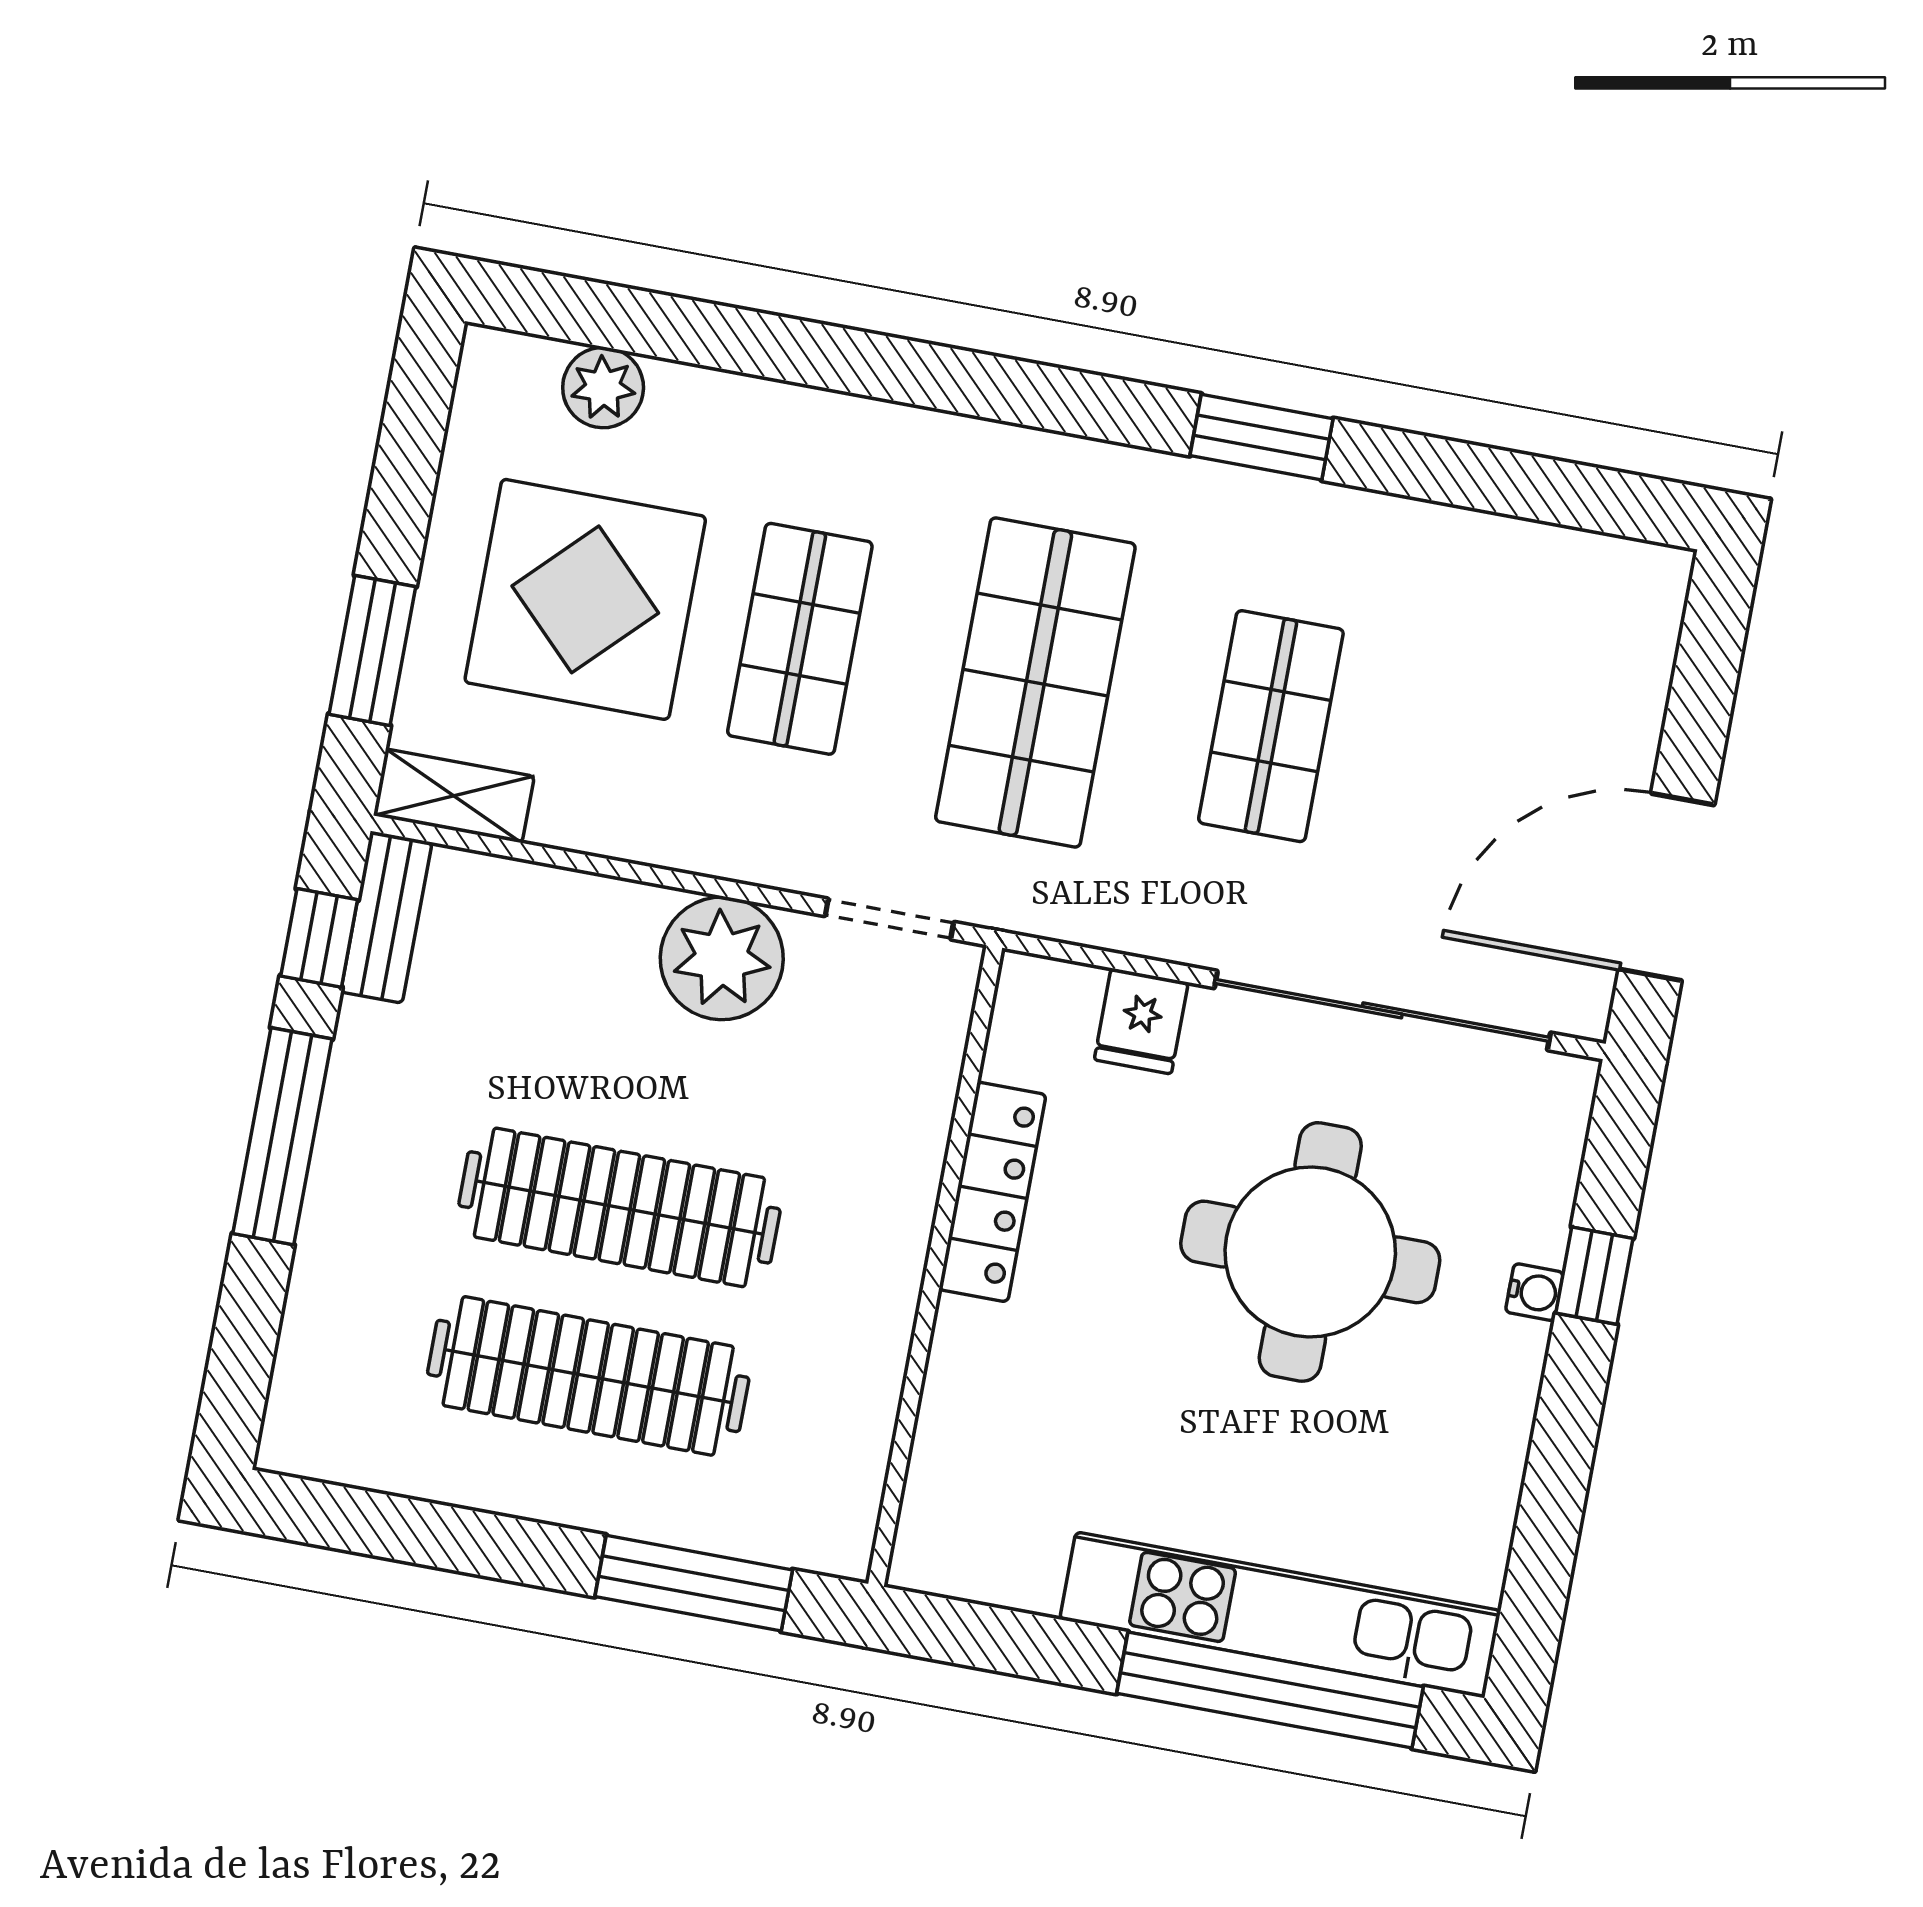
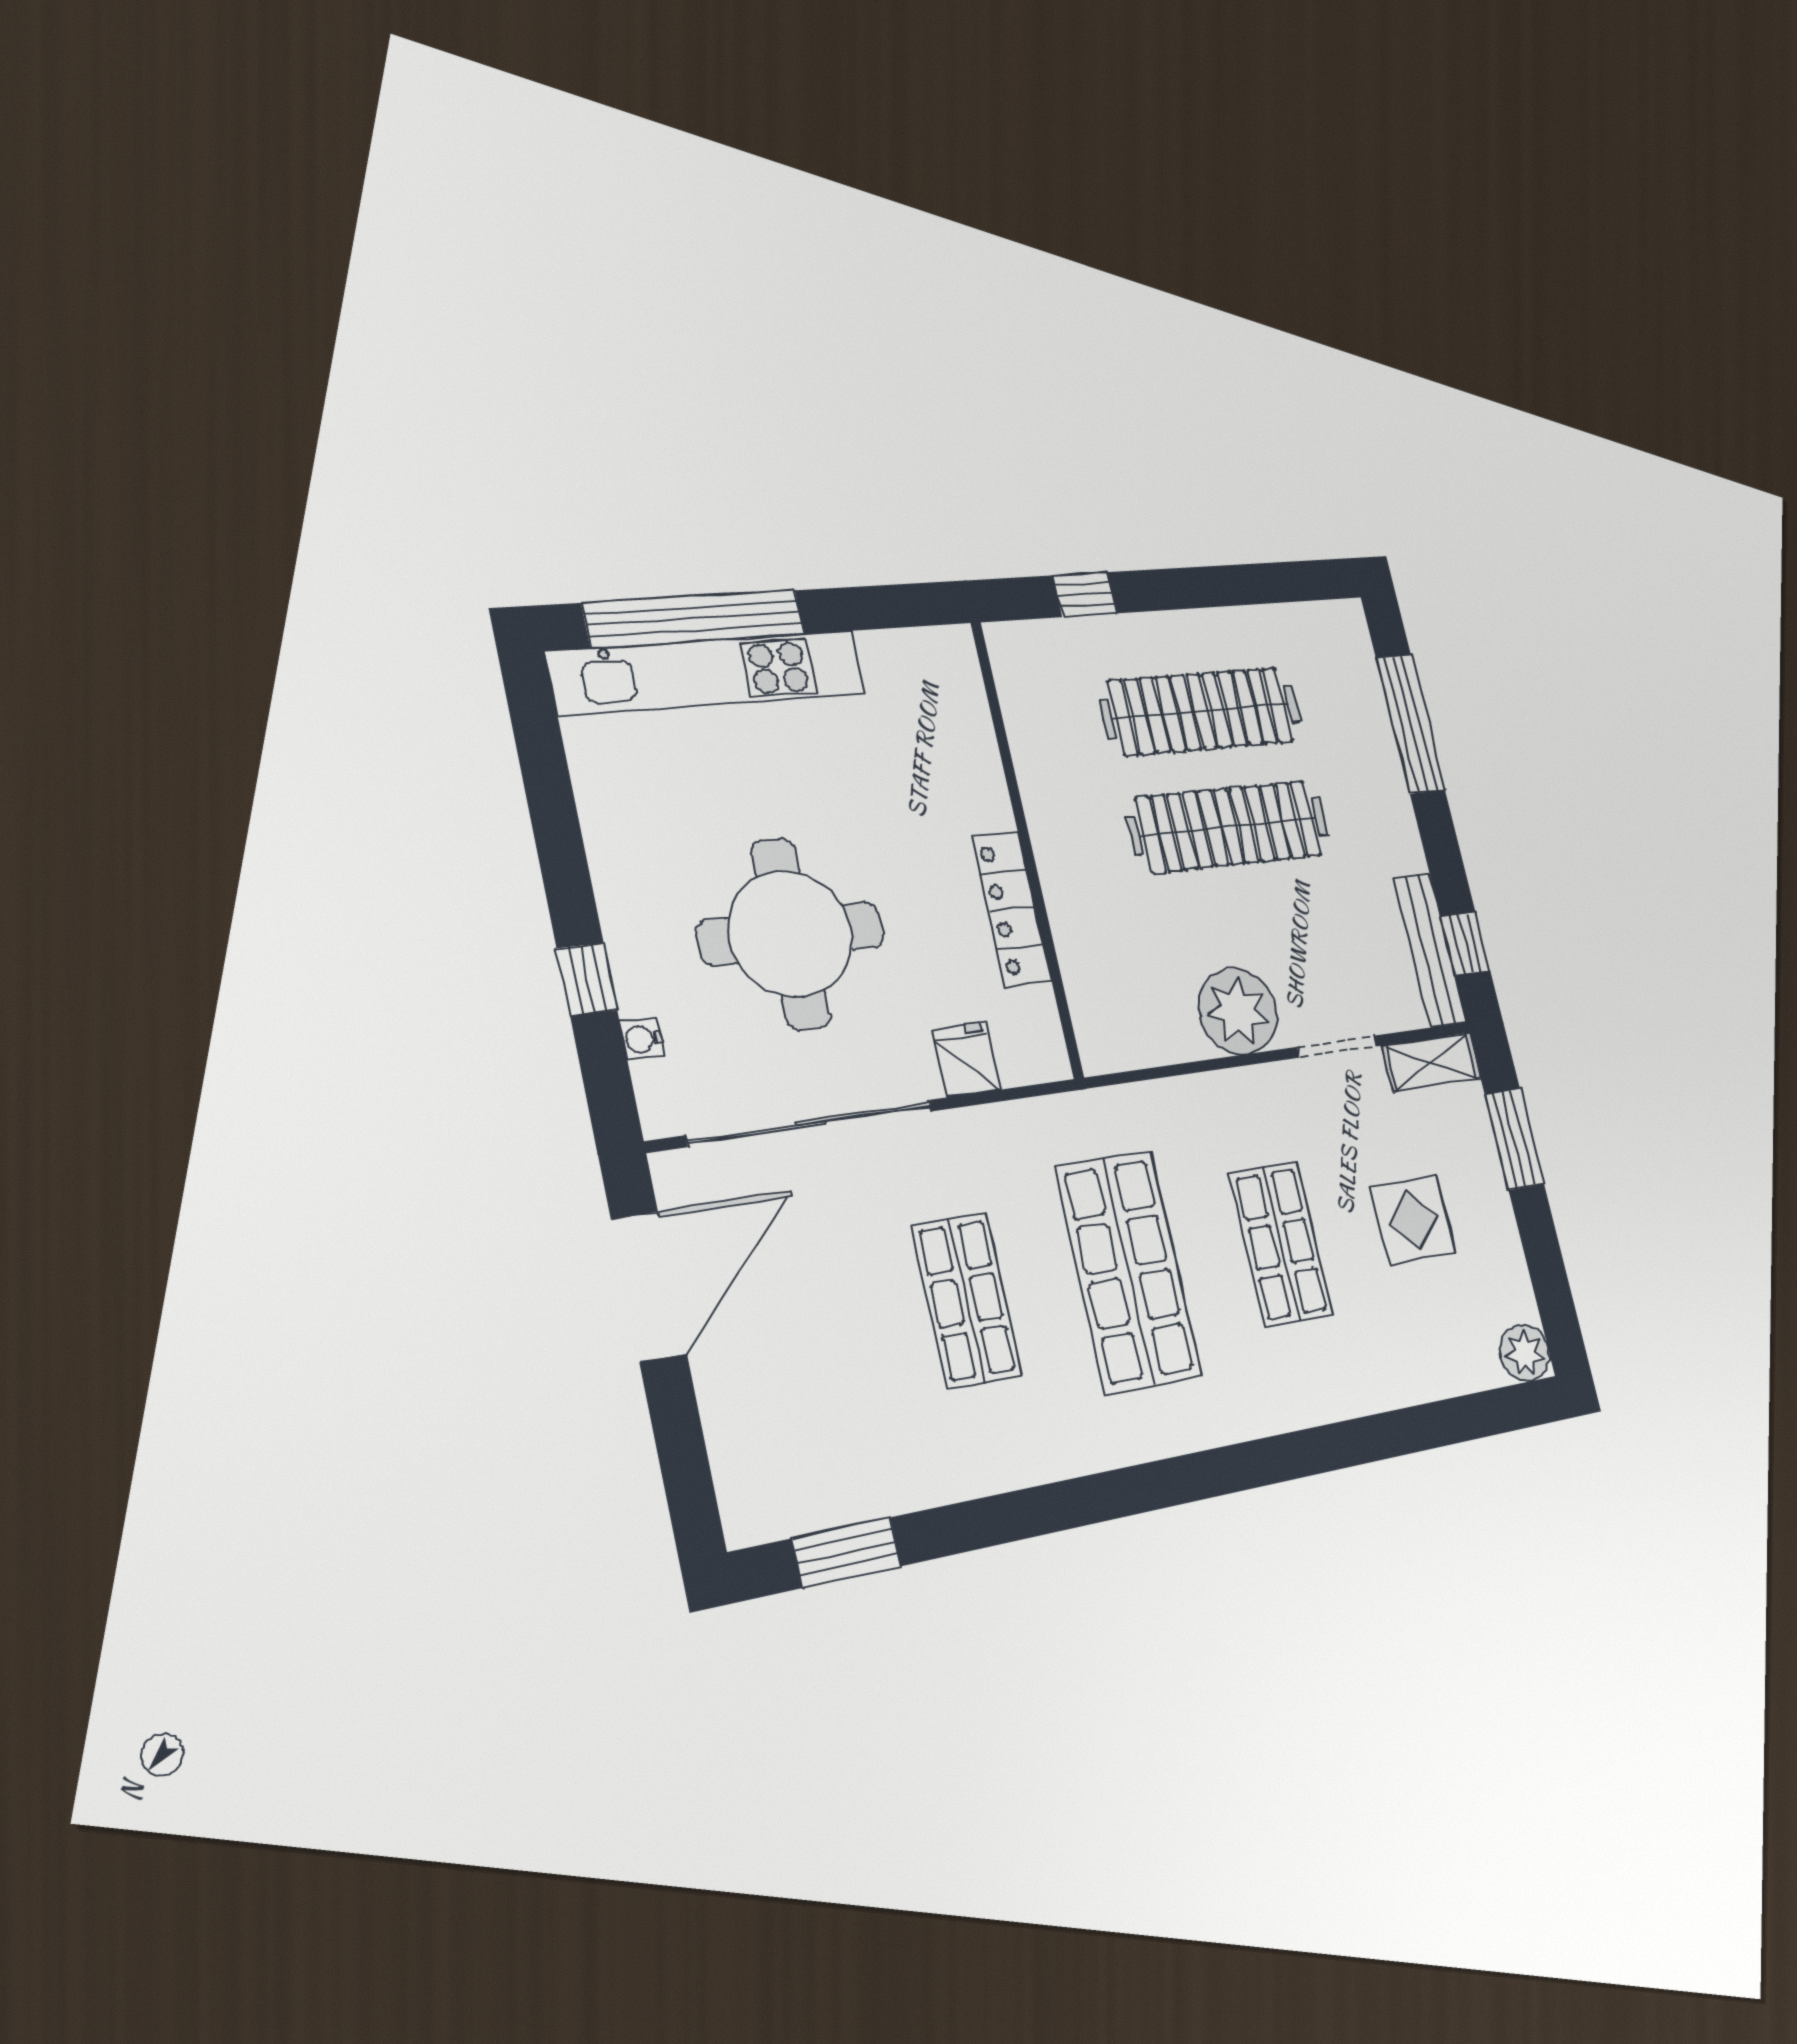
plant: (603, 388) -> (1525, 1353), moved
window: (1261, 437) -> (846, 1552), moved
display table: (585, 599) -> (1413, 1220), width x0.54, depth x0.54
bench: (386, 917) -> (1430, 950), width x1.36
doorway: (889, 919) -> (1337, 1047), moved
window: (282, 1136) -> (1410, 724), moved
water cooler: (1534, 1292) -> (642, 1039), moved
window: (694, 1583) -> (1085, 594), width x0.46

